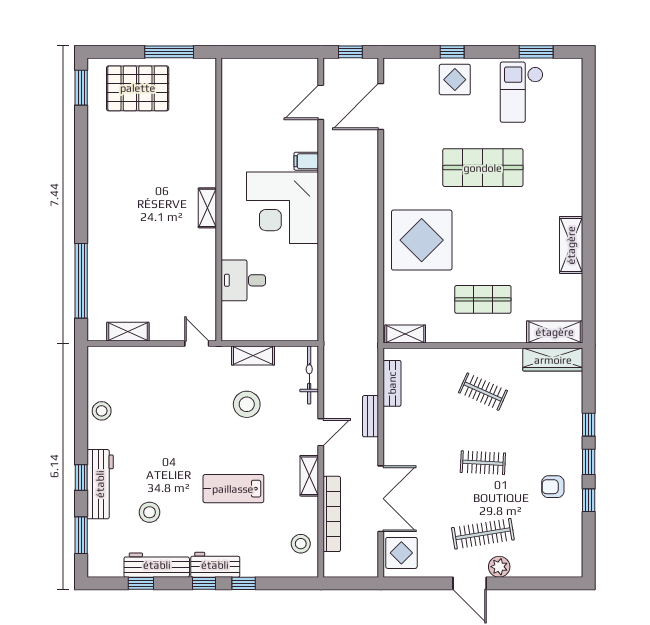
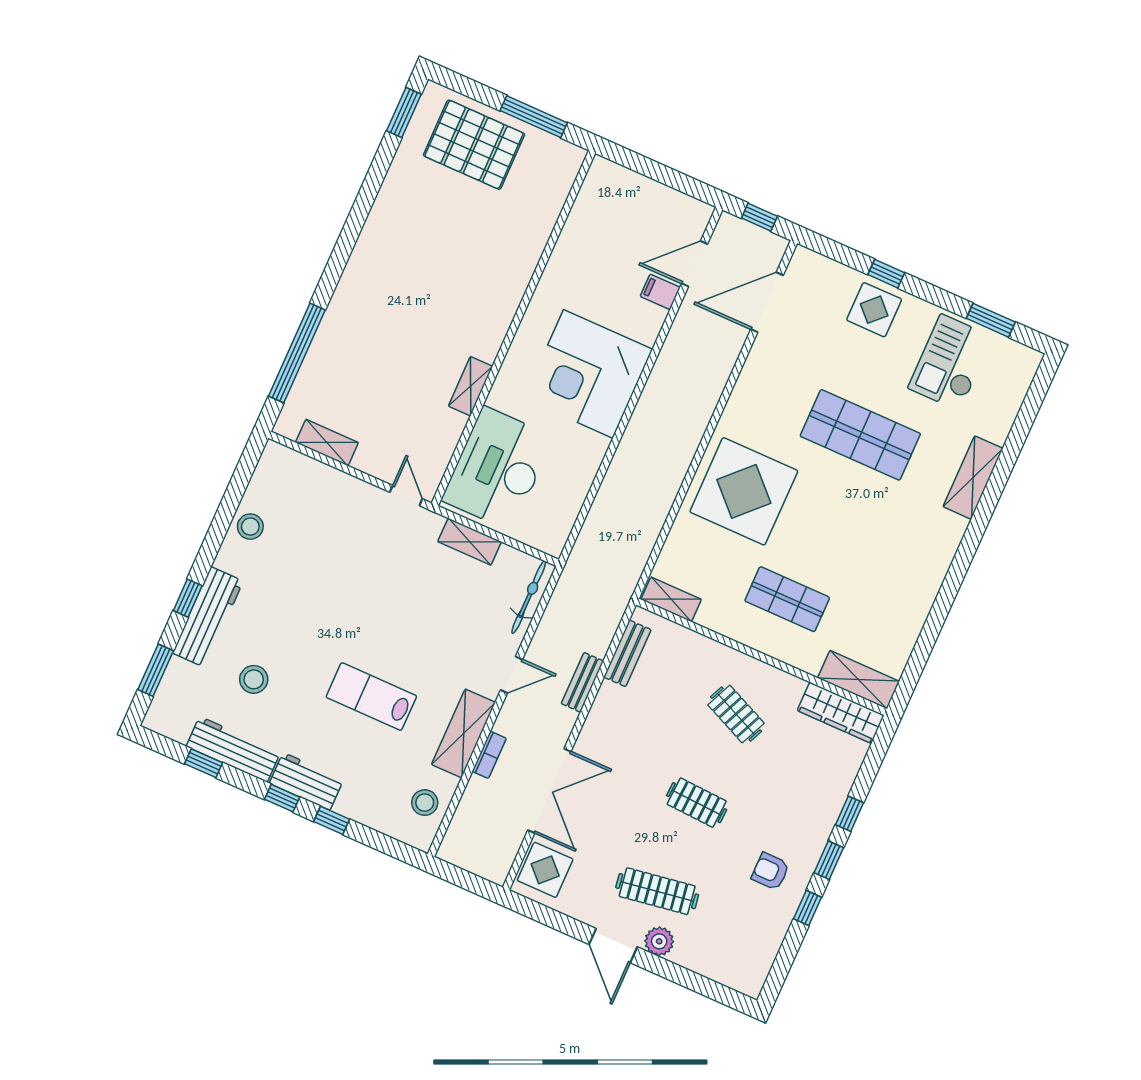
filing cabinet: (306, 161) -> (660, 292), moved
shelving: (207, 208) -> (471, 386), moved
shelving: (571, 245) -> (973, 478), moved
desk: (243, 280) -> (498, 469), width x1.87, depth x1.30
stool: (247, 404) -> (435, 599), removed
shelving: (309, 476) -> (464, 734), width x1.50, depth x1.33
bookcase: (332, 514) -> (489, 755), width x0.43, depth x0.76

